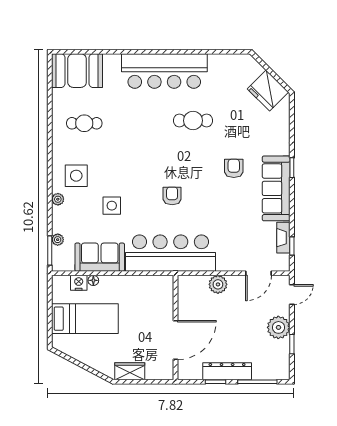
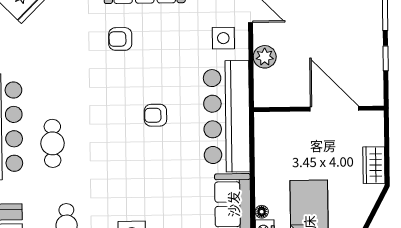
cafe table: (193, 121) -> (53, 143), moved
side table: (112, 206) -> (223, 38), moved
dresser: (227, 371) -> (372, 44), removed

